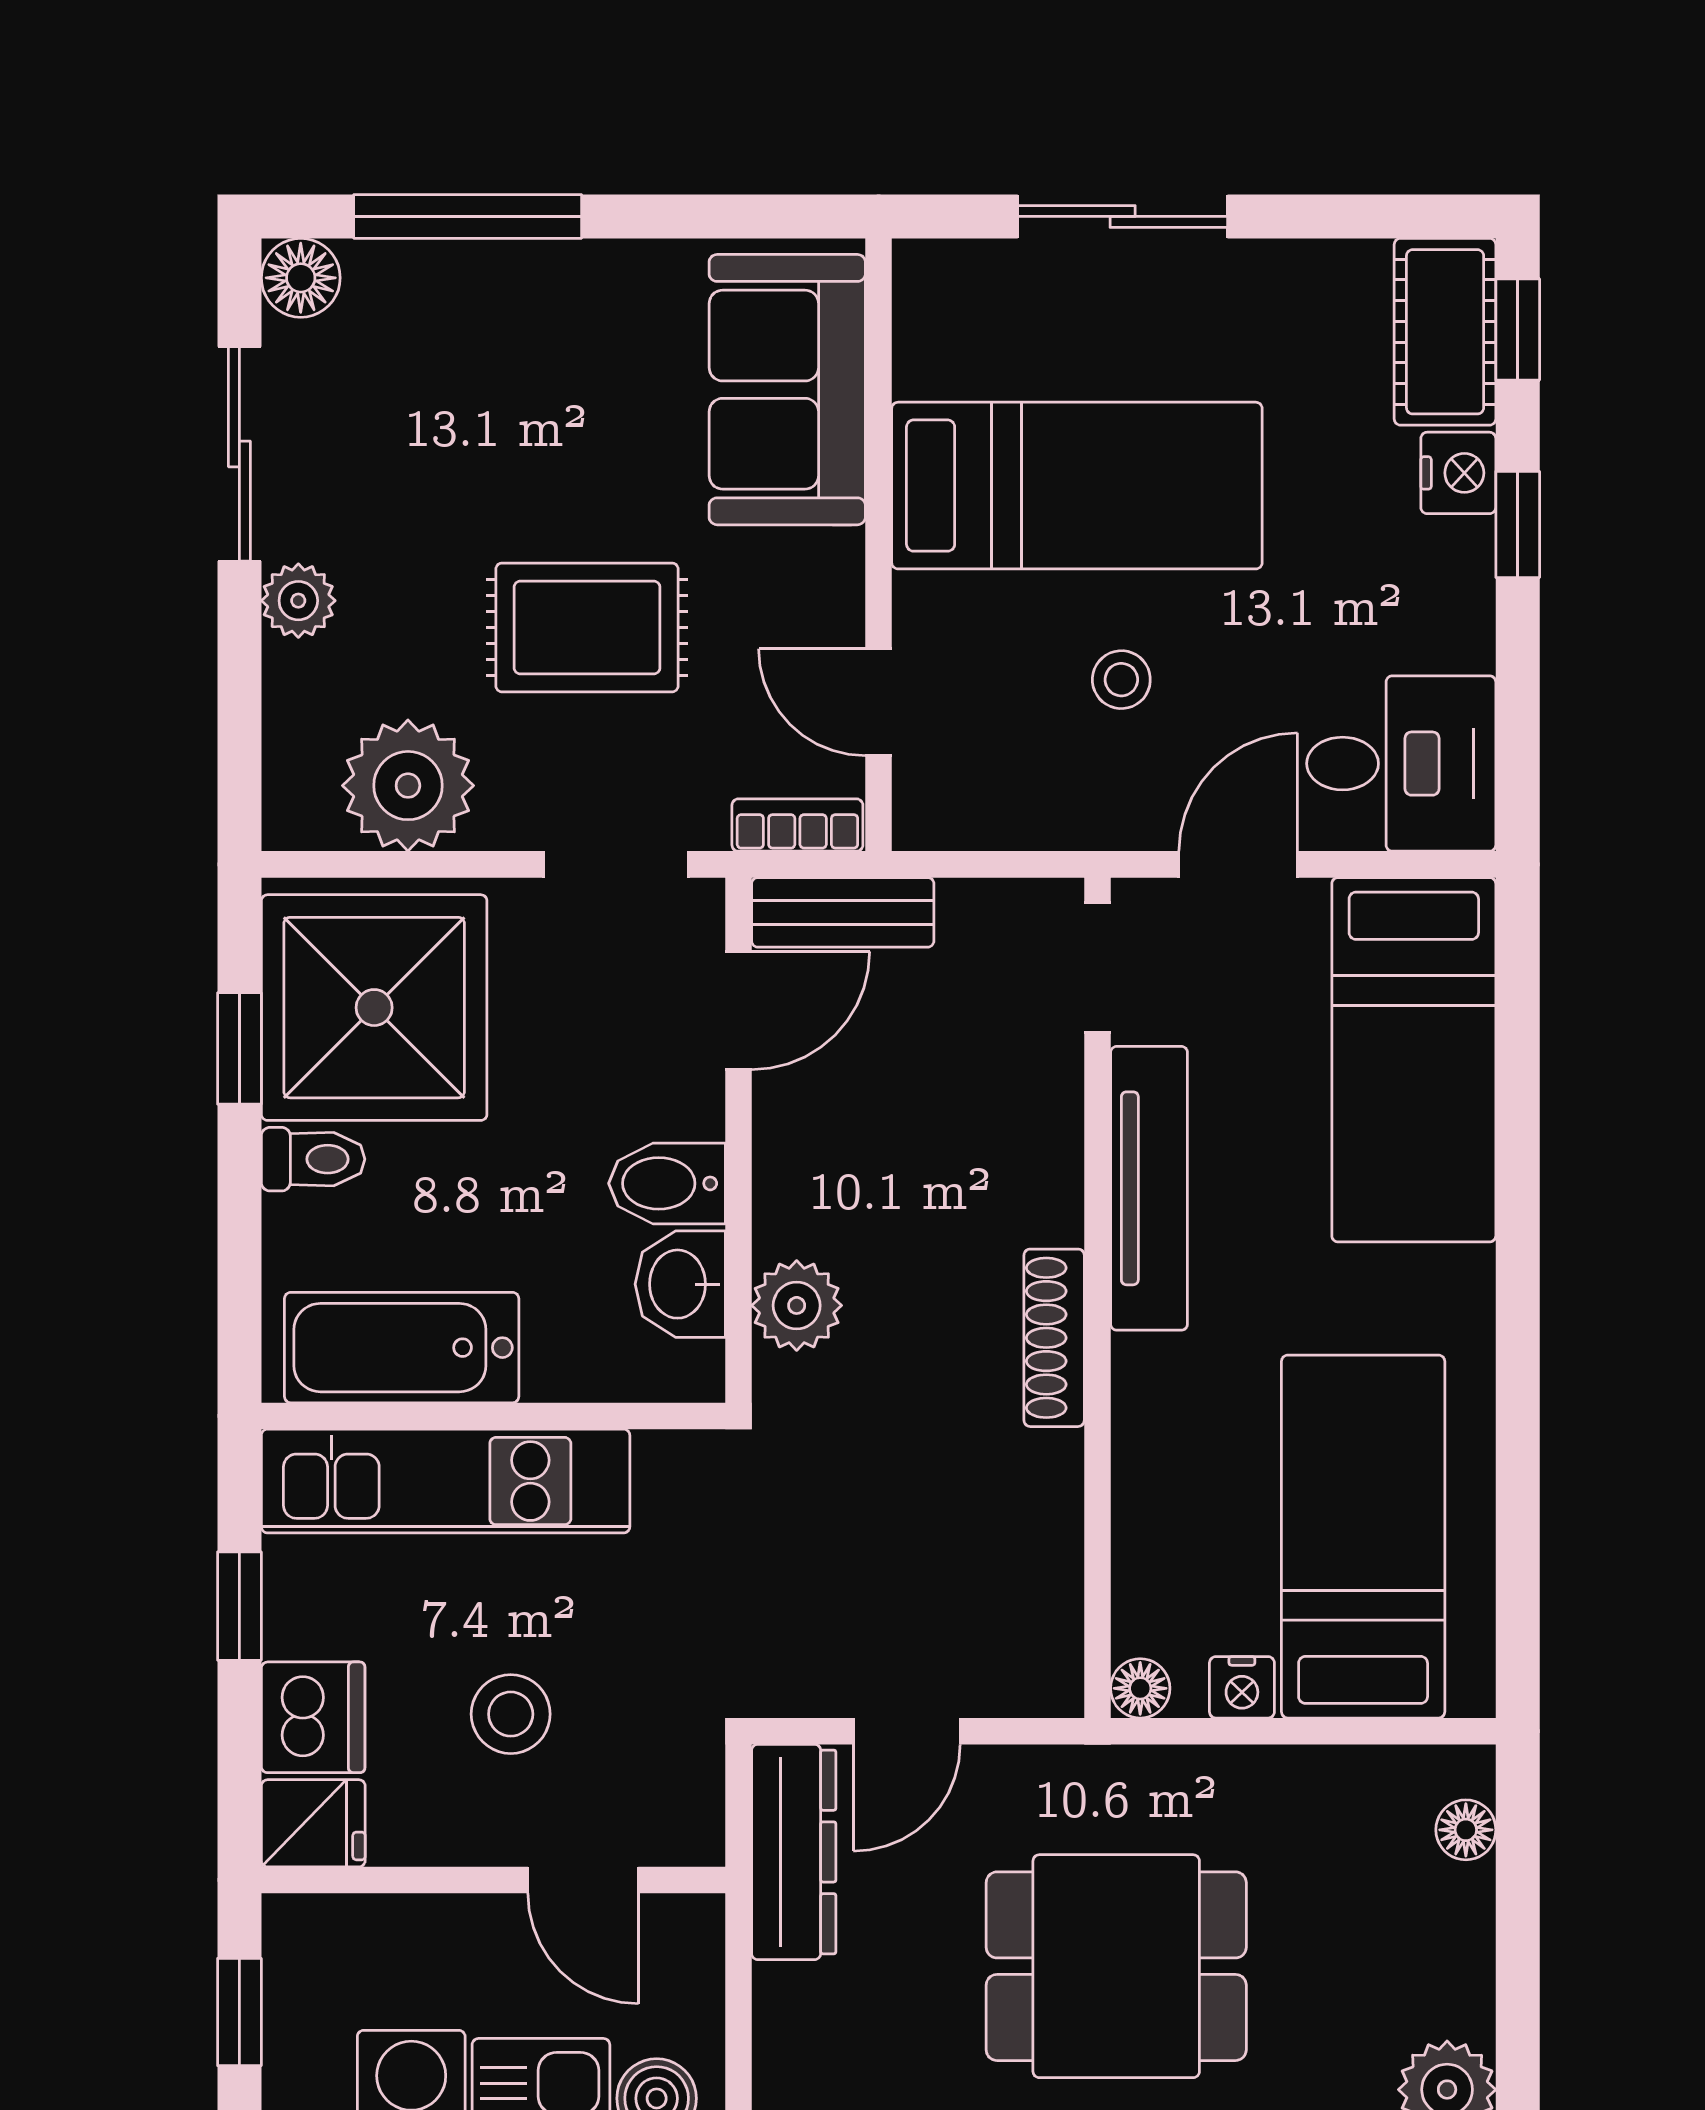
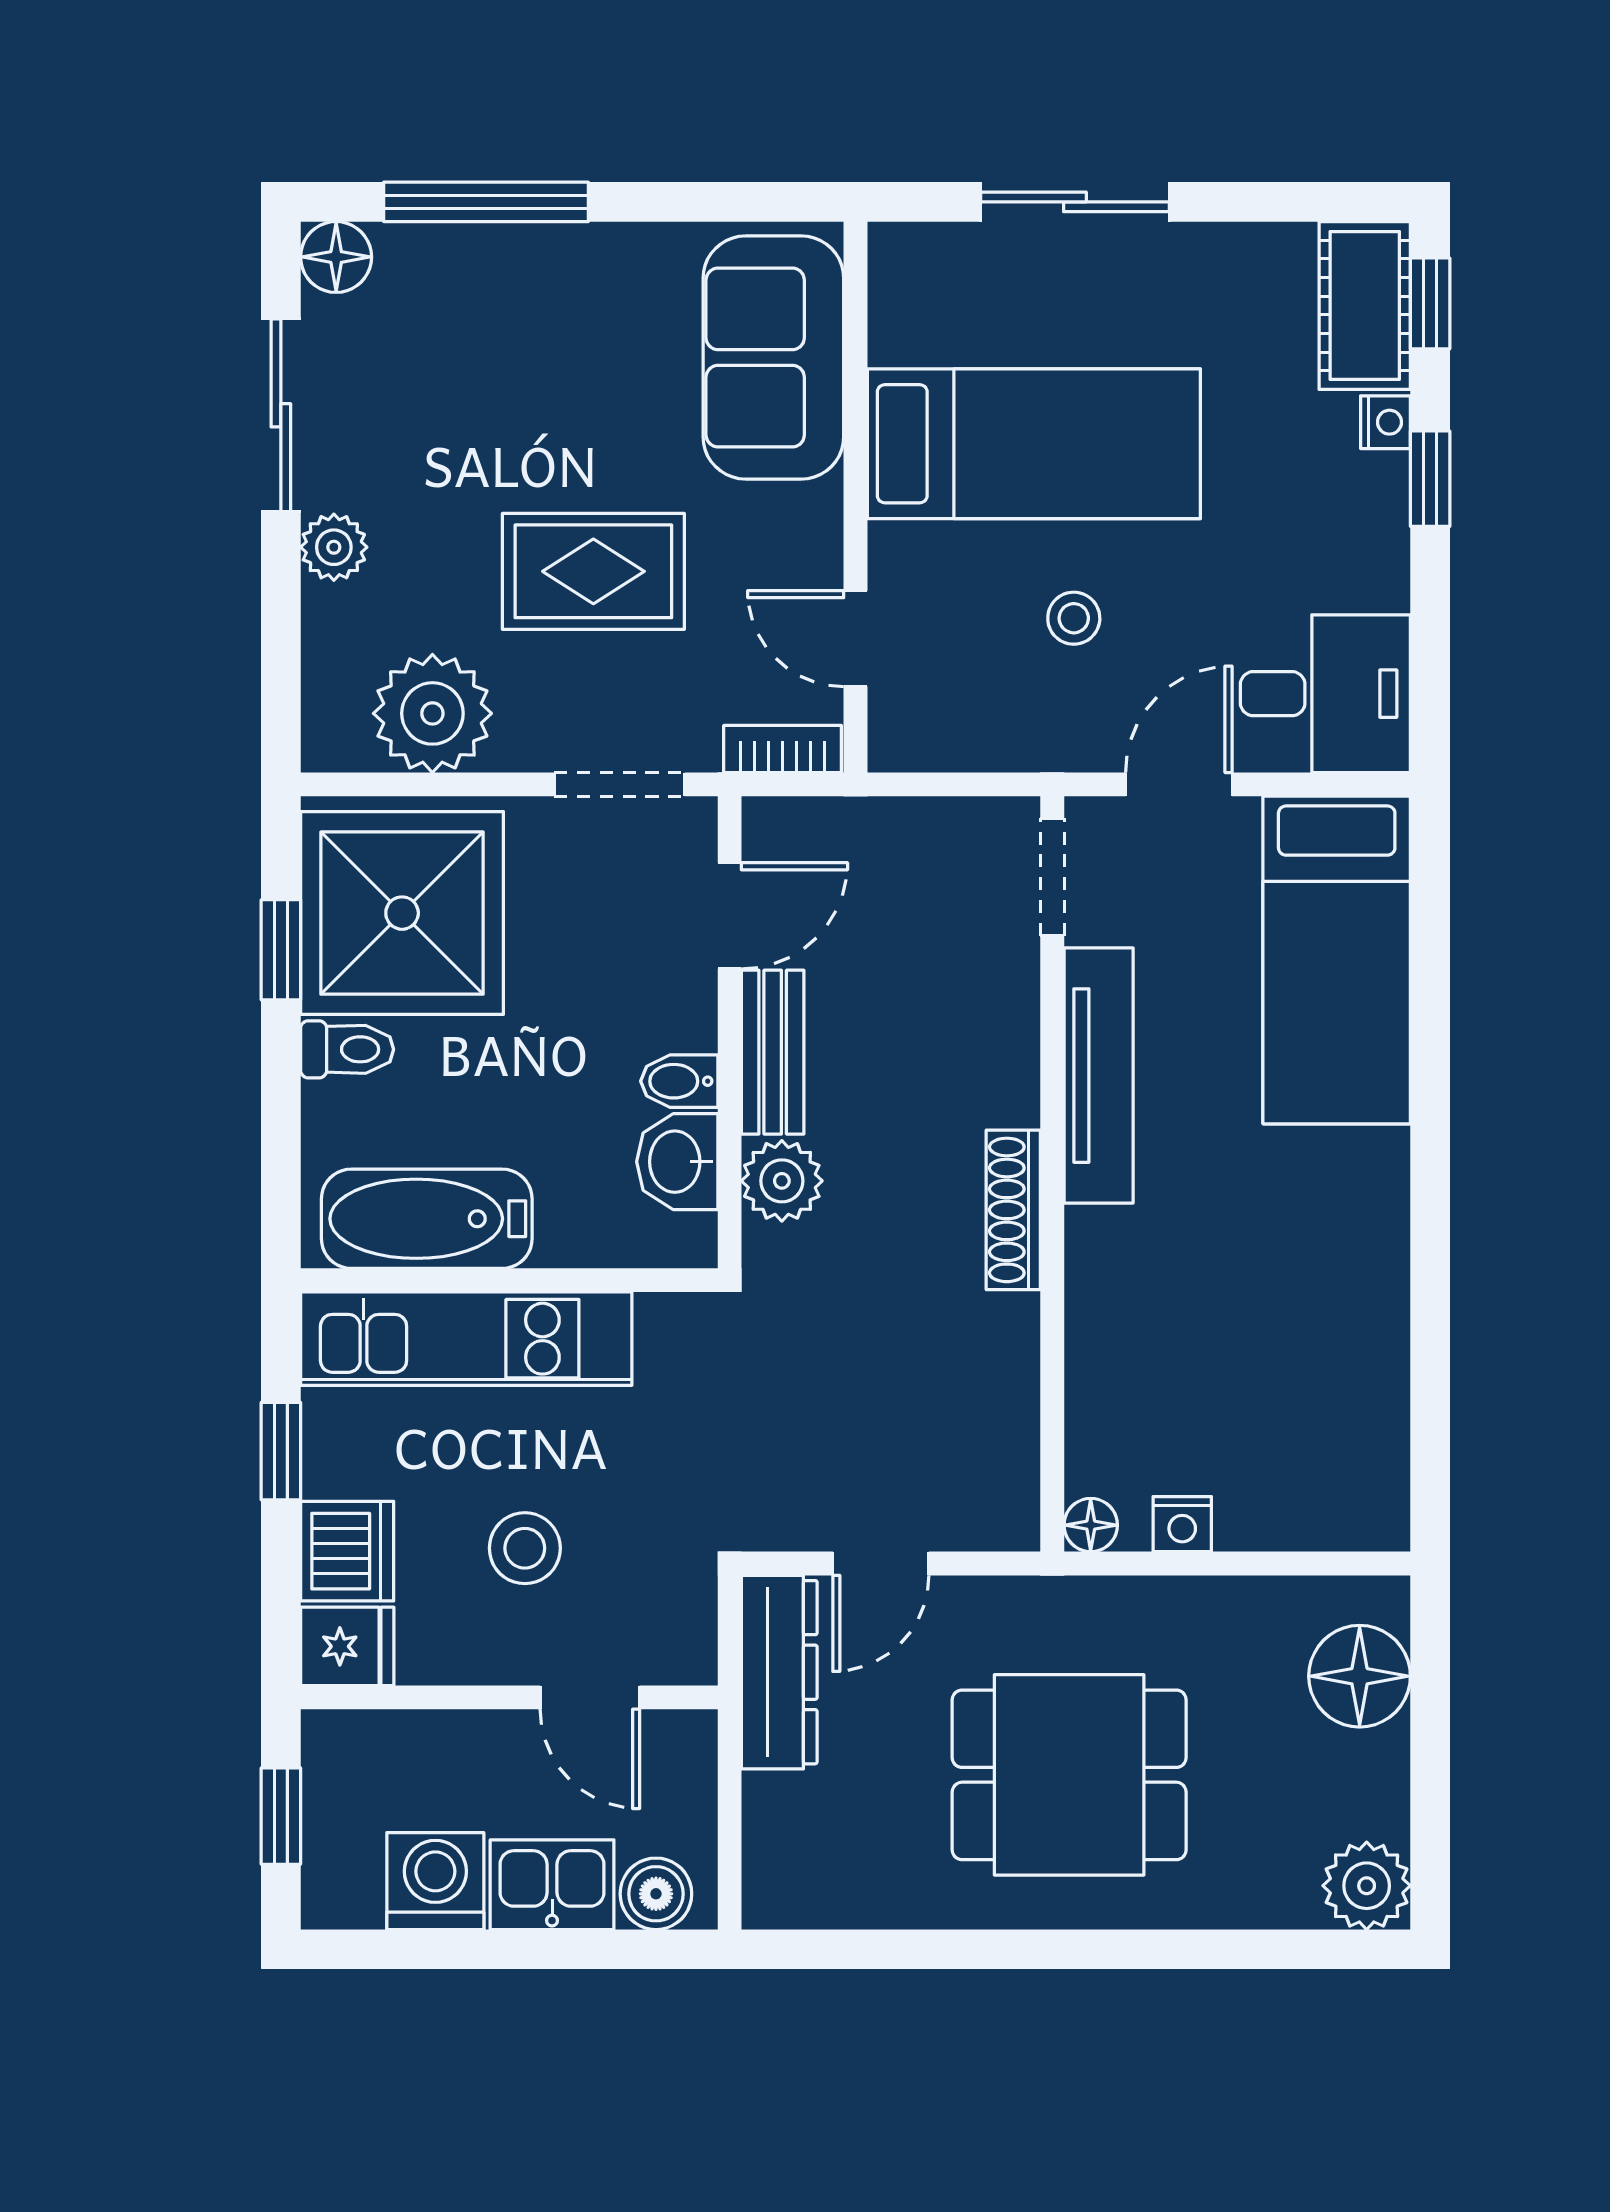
nightstand: (1458, 473) -> (1385, 422), width x0.72, depth x0.74
bench: (843, 912) -> (773, 1052), moved, turned 90
bidet: (667, 1183) -> (679, 1081), width x0.72, depth x0.74
bed: (1363, 1537) -> (1291, 1389), removed
floor lamp: (1466, 1830) -> (1360, 1676), width x1.89, depth x1.89

